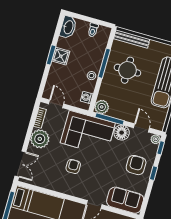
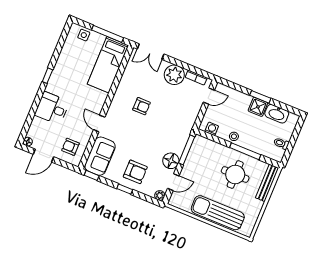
washbasin: (68, 27) -> (277, 114), moved
plant: (102, 107) -> (200, 143), removed
corner sofa: (88, 133) -> (175, 126), removed
window: (161, 148) -> (92, 175), moved

